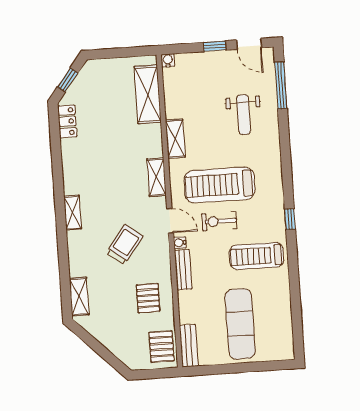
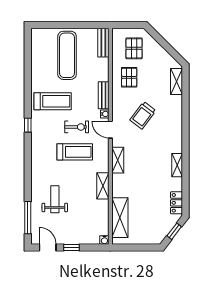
treadmill: (219, 185) -> (75, 152), width x0.73, depth x0.73
shelving: (73, 213) -> (177, 165), moved
pallet: (162, 347) -> (134, 48), moved

